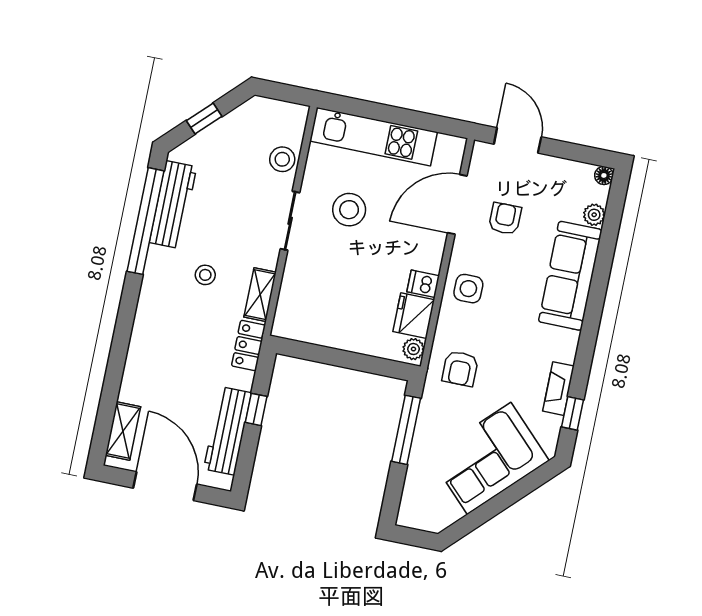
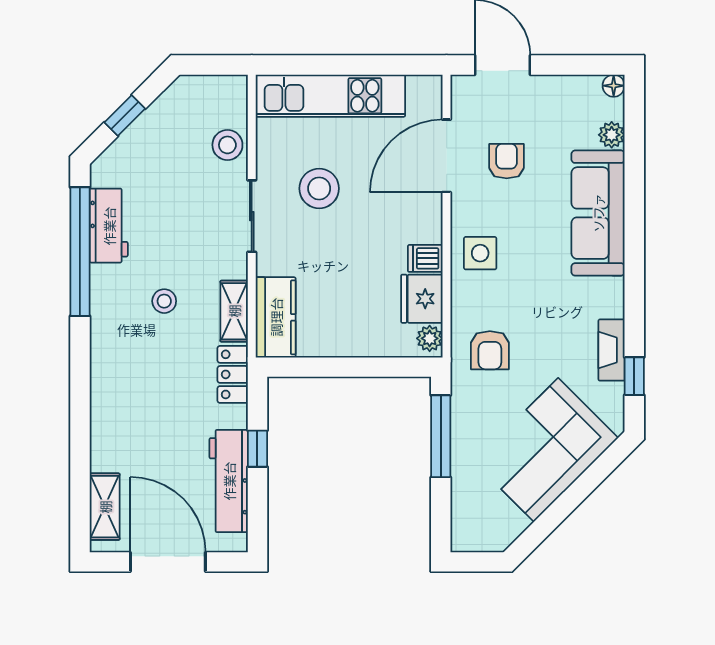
workbench: (173, 205) -> (109, 226), width x0.73
kitchen counter: (293, 307) -> (276, 317), added

